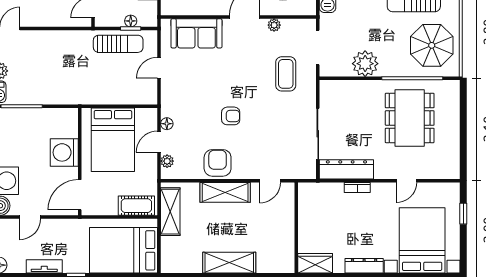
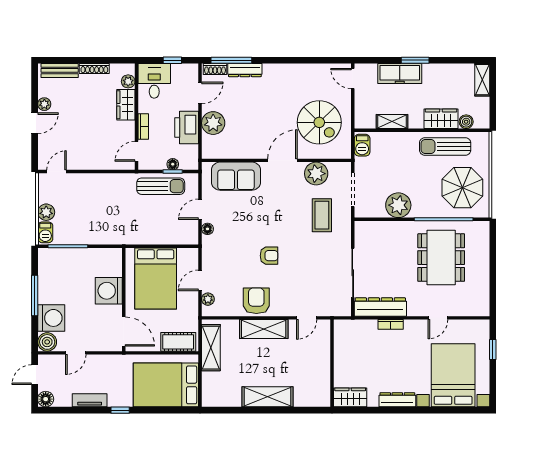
plant: (274, 25) -> (316, 174), width x1.88, depth x1.88
floor lamp: (167, 124) -> (207, 229), moved
door: (80, 195) -> (124, 332), swing flipped

